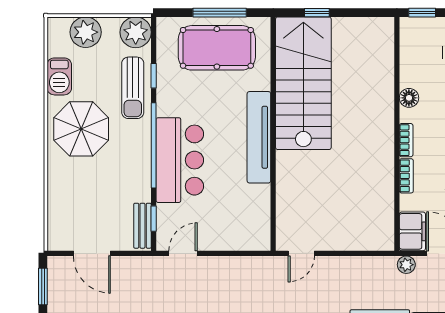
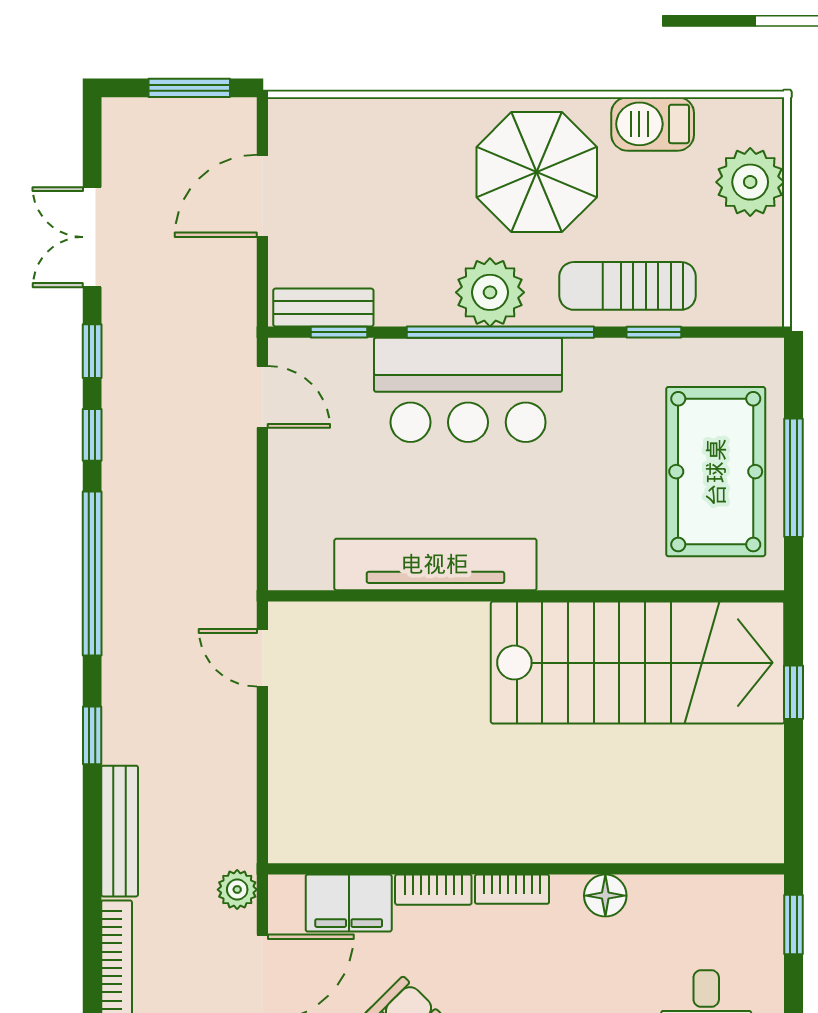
plant: (136, 32) -> (490, 292), moved
tv unit: (259, 137) -> (435, 564), moved
filing cabinet: (412, 231) -> (349, 903), moved

